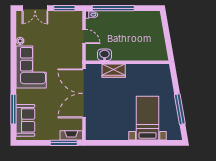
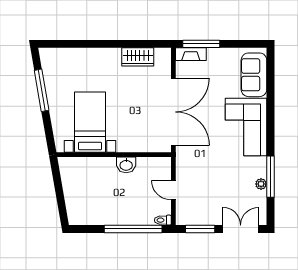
washbasin: (105, 55) -> (126, 165), moved
corner sofa: (31, 67) -> (246, 127), moved
wardrobe: (114, 71) -> (138, 57), moved, turned 180
window: (13, 109) -> (270, 177), moved
bed with nightstands: (148, 118) -> (90, 122), moved, turned 180

